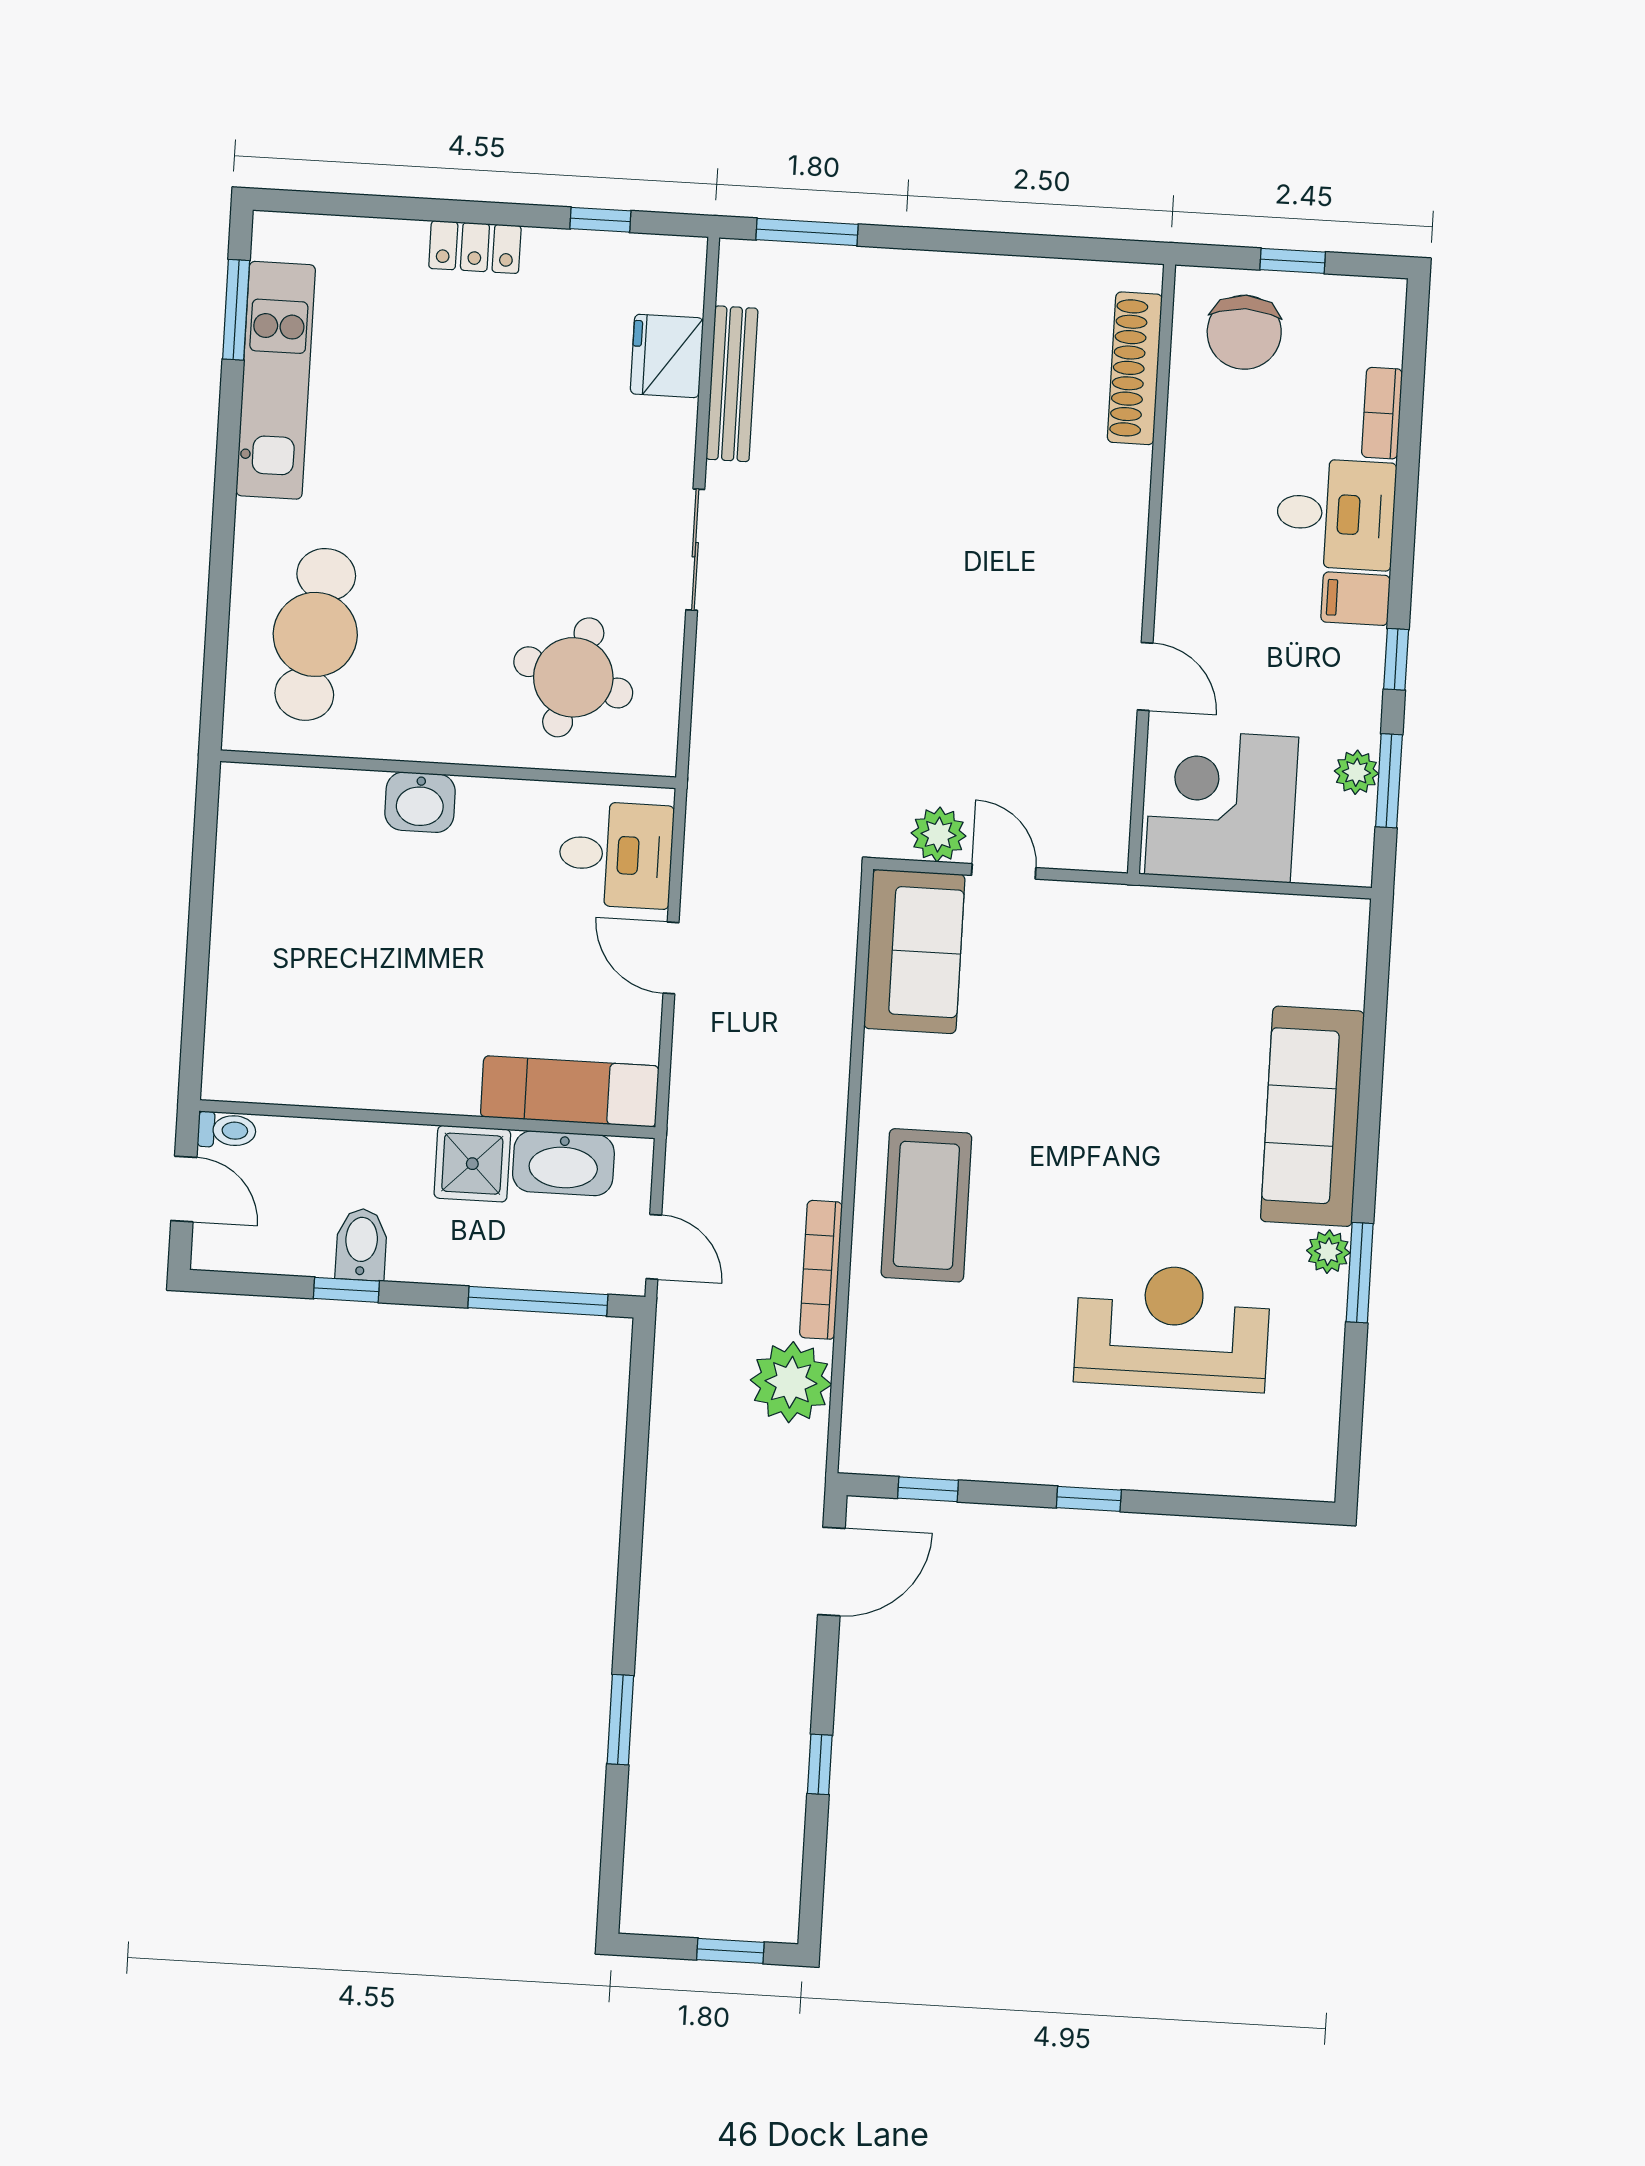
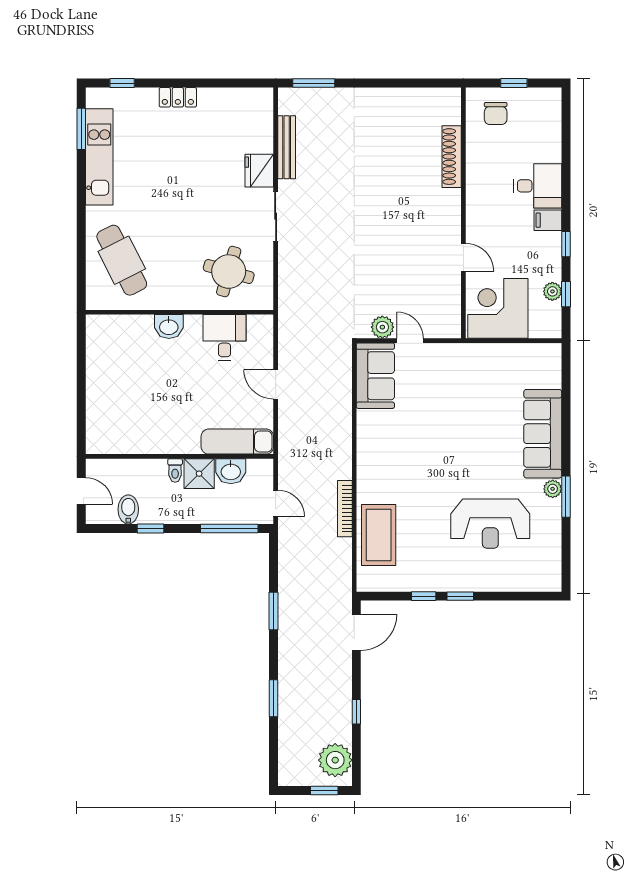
window: (600, 220) -> (122, 83), moved
chair: (1244, 332) -> (496, 114), width x0.73, depth x0.73
fridge: (667, 356) -> (259, 171), moved
shoe rack: (1135, 368) -> (452, 157), moved
bookcase: (1382, 413) -> (554, 143), removed
cafe table: (315, 634) -> (122, 260), turned -34
window: (1389, 781) -> (566, 294), width x0.67
desk: (616, 855) -> (225, 337), moved, turned -90
toilet: (227, 1130) -> (175, 470), moved, turned 90
washbasin: (563, 1163) -> (231, 471), width x0.72
coffee table: (926, 1205) -> (379, 535), moved
bidet: (361, 1244) -> (128, 509), moved
reception desk: (1172, 1327) -> (490, 524), turned 180
plant: (791, 1382) -> (335, 760), moved
window: (928, 1489) -> (424, 596), moved
window: (633, 1508) -> (273, 611), added

